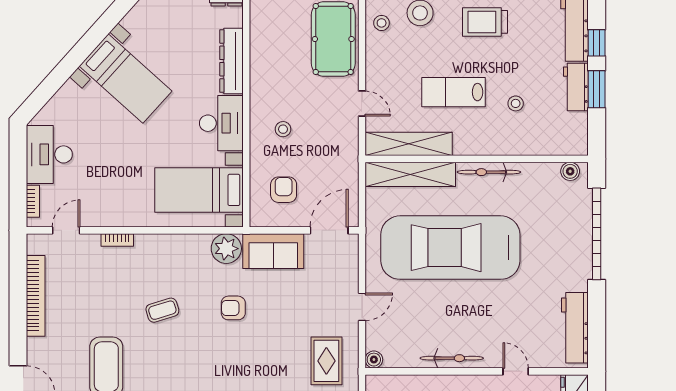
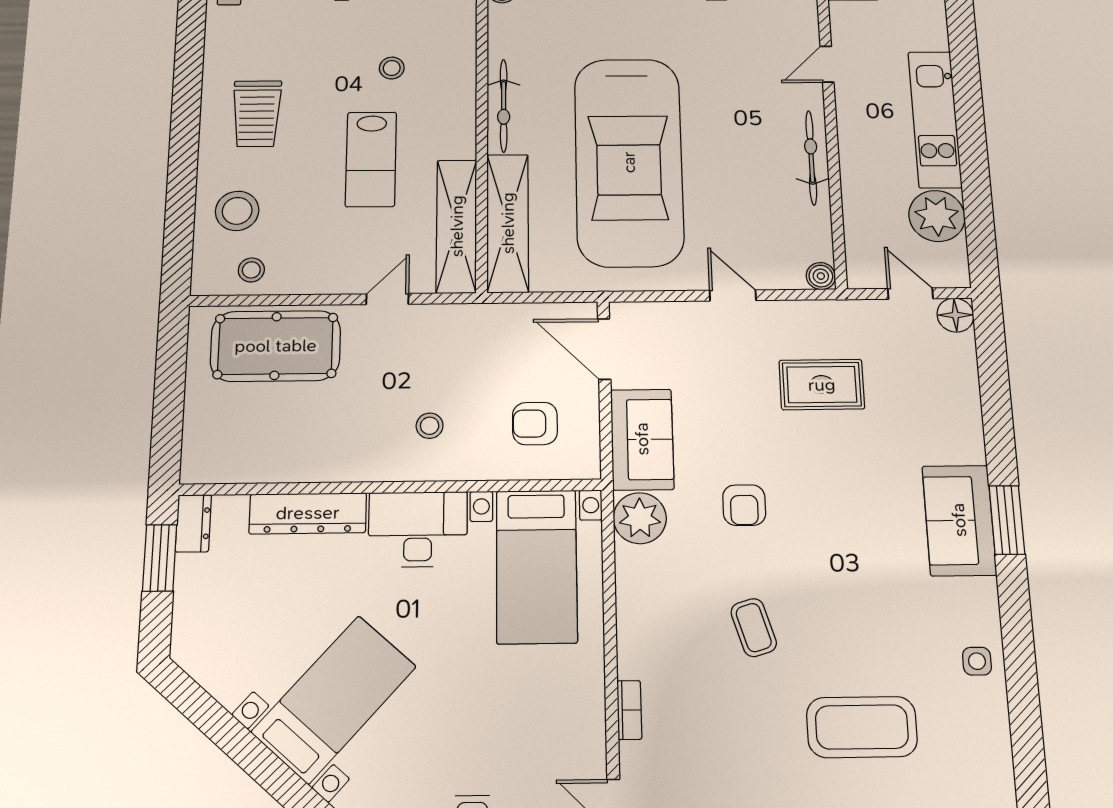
rug: (326, 361) -> (822, 385), moved

